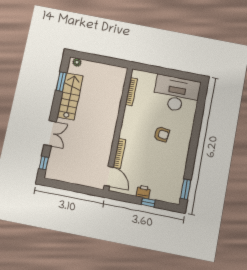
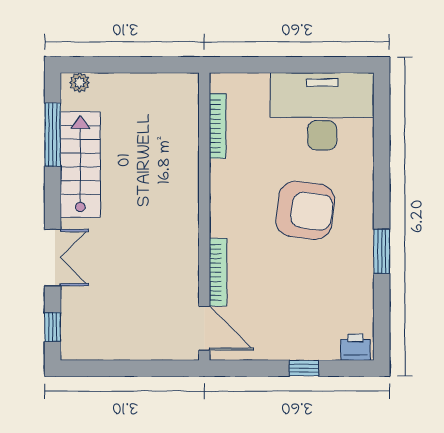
window: (61, 82) -> (53, 135), width x1.44
armchair: (162, 134) -> (305, 210), width x1.88, depth x1.88
window: (186, 189) -> (382, 251), moved
printer: (143, 192) -> (355, 347), moved

